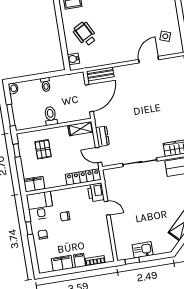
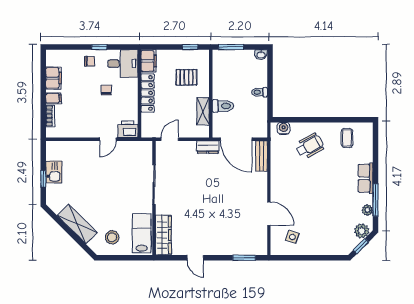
toilet: (51, 116) -> (223, 106), moved
shelving: (81, 129) -> (203, 111), moved
dresser: (102, 136) -> (208, 147), moved
locker: (83, 177) -> (148, 93), moved
window: (132, 261) -> (43, 179), moved

